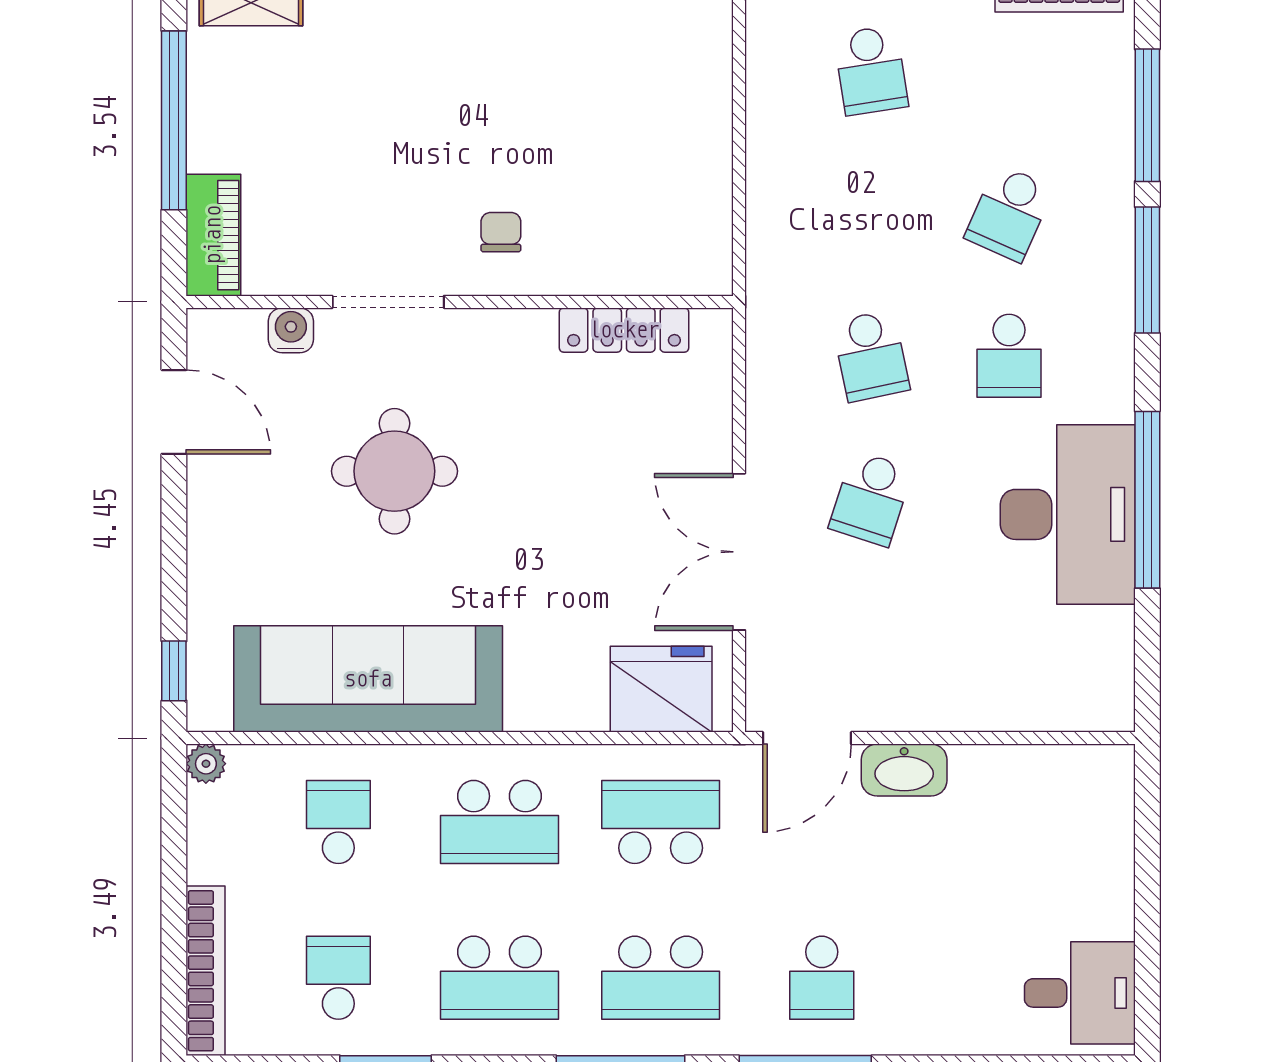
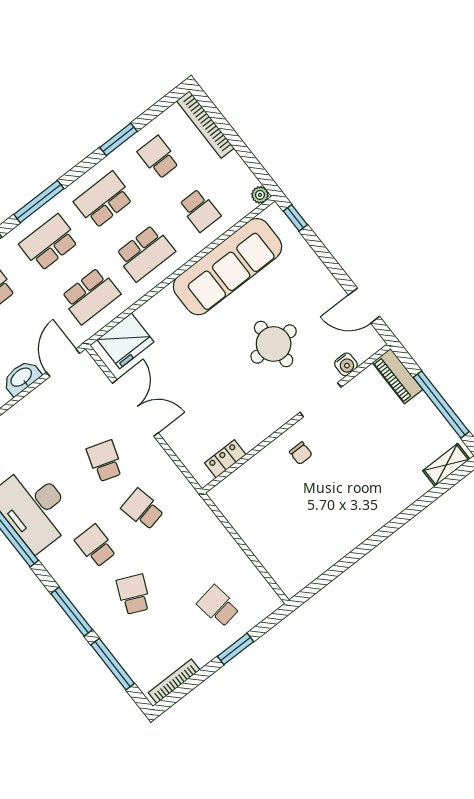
locker: (624, 330) -> (225, 459), width x0.66
school desk: (499, 822) -> (145, 253), turned 180
school desk: (338, 978) -> (158, 157), turned 180

